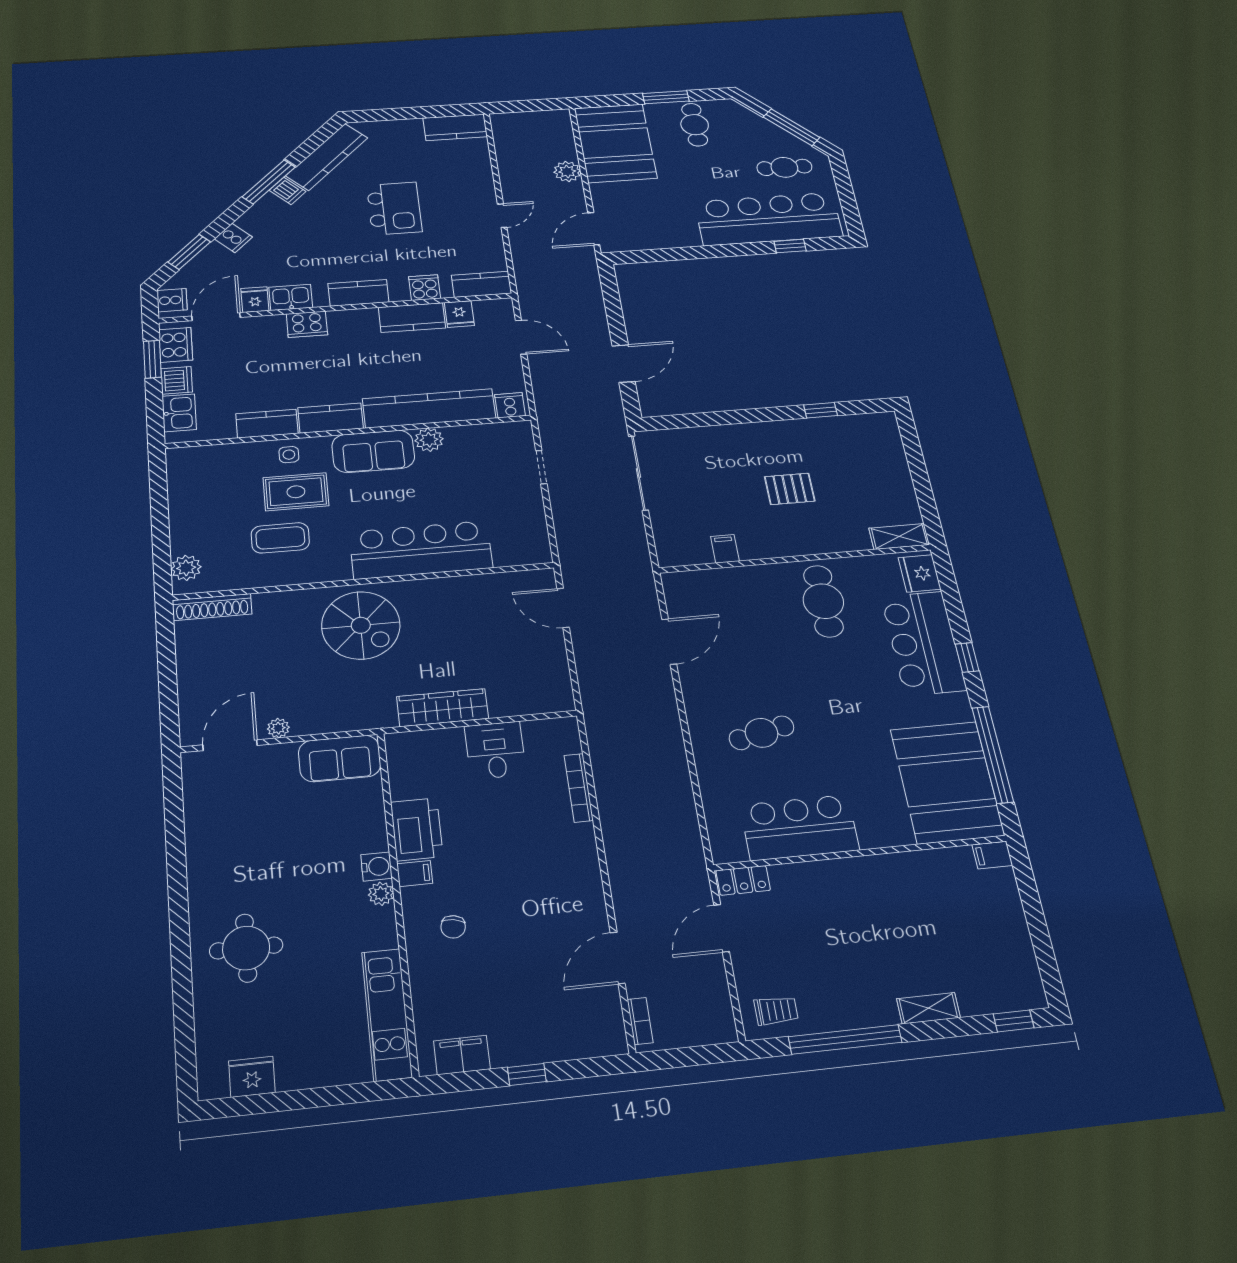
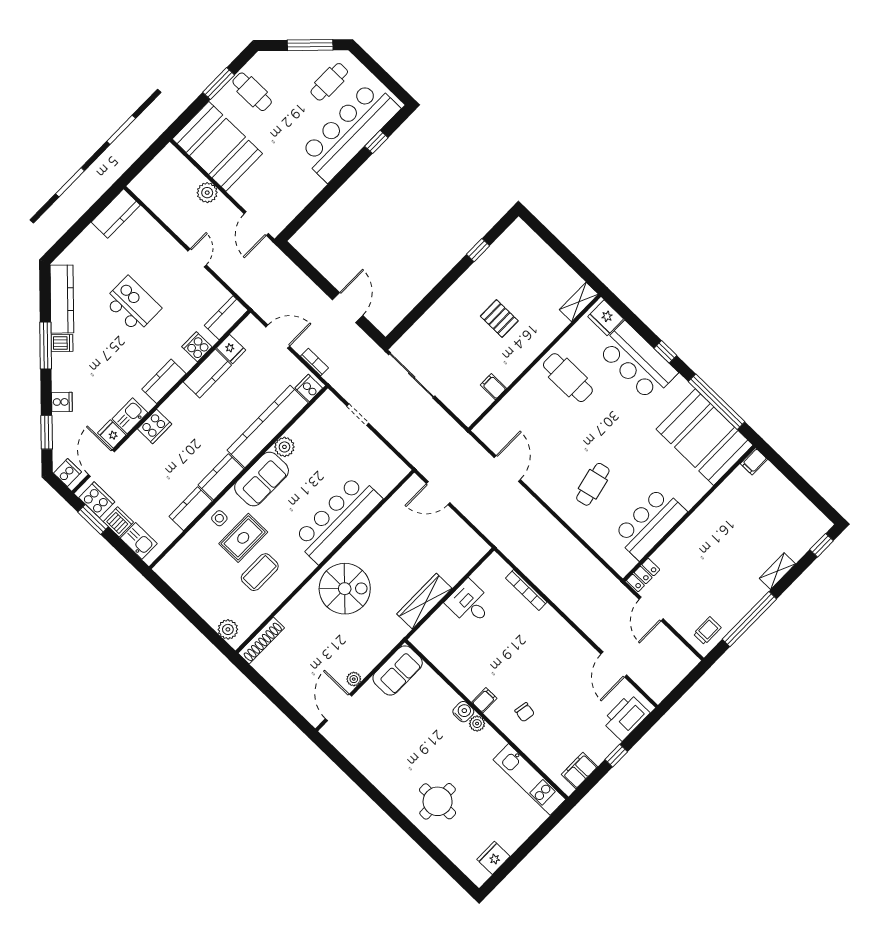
pallet: (790, 489) -> (499, 319), turned 90
printer: (417, 829) -> (626, 717), moved, turned -90
bookcase: (640, 1021) -> (314, 362), moved

